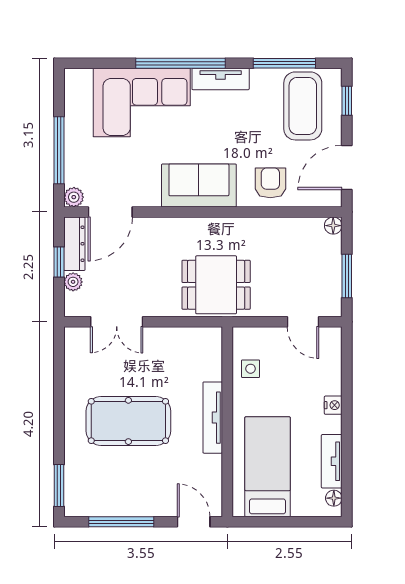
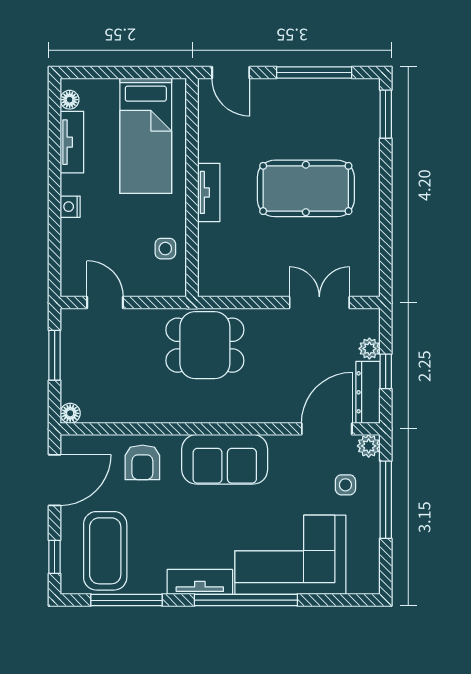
side table: (94, 163) -> (345, 485), added
tv unit: (213, 418) -> (209, 192), width x0.71

